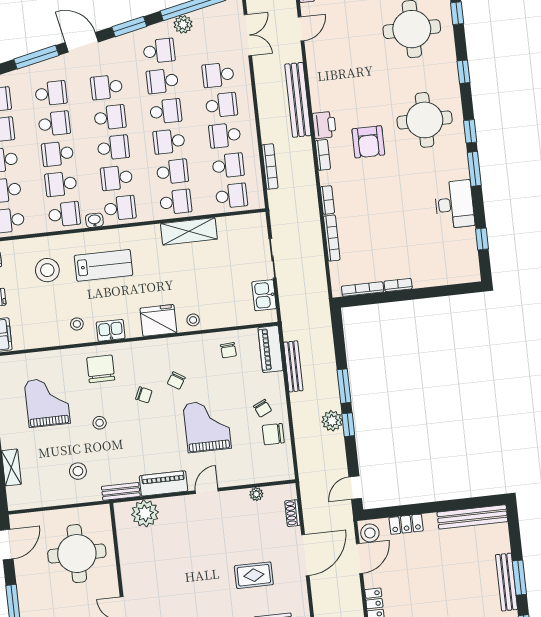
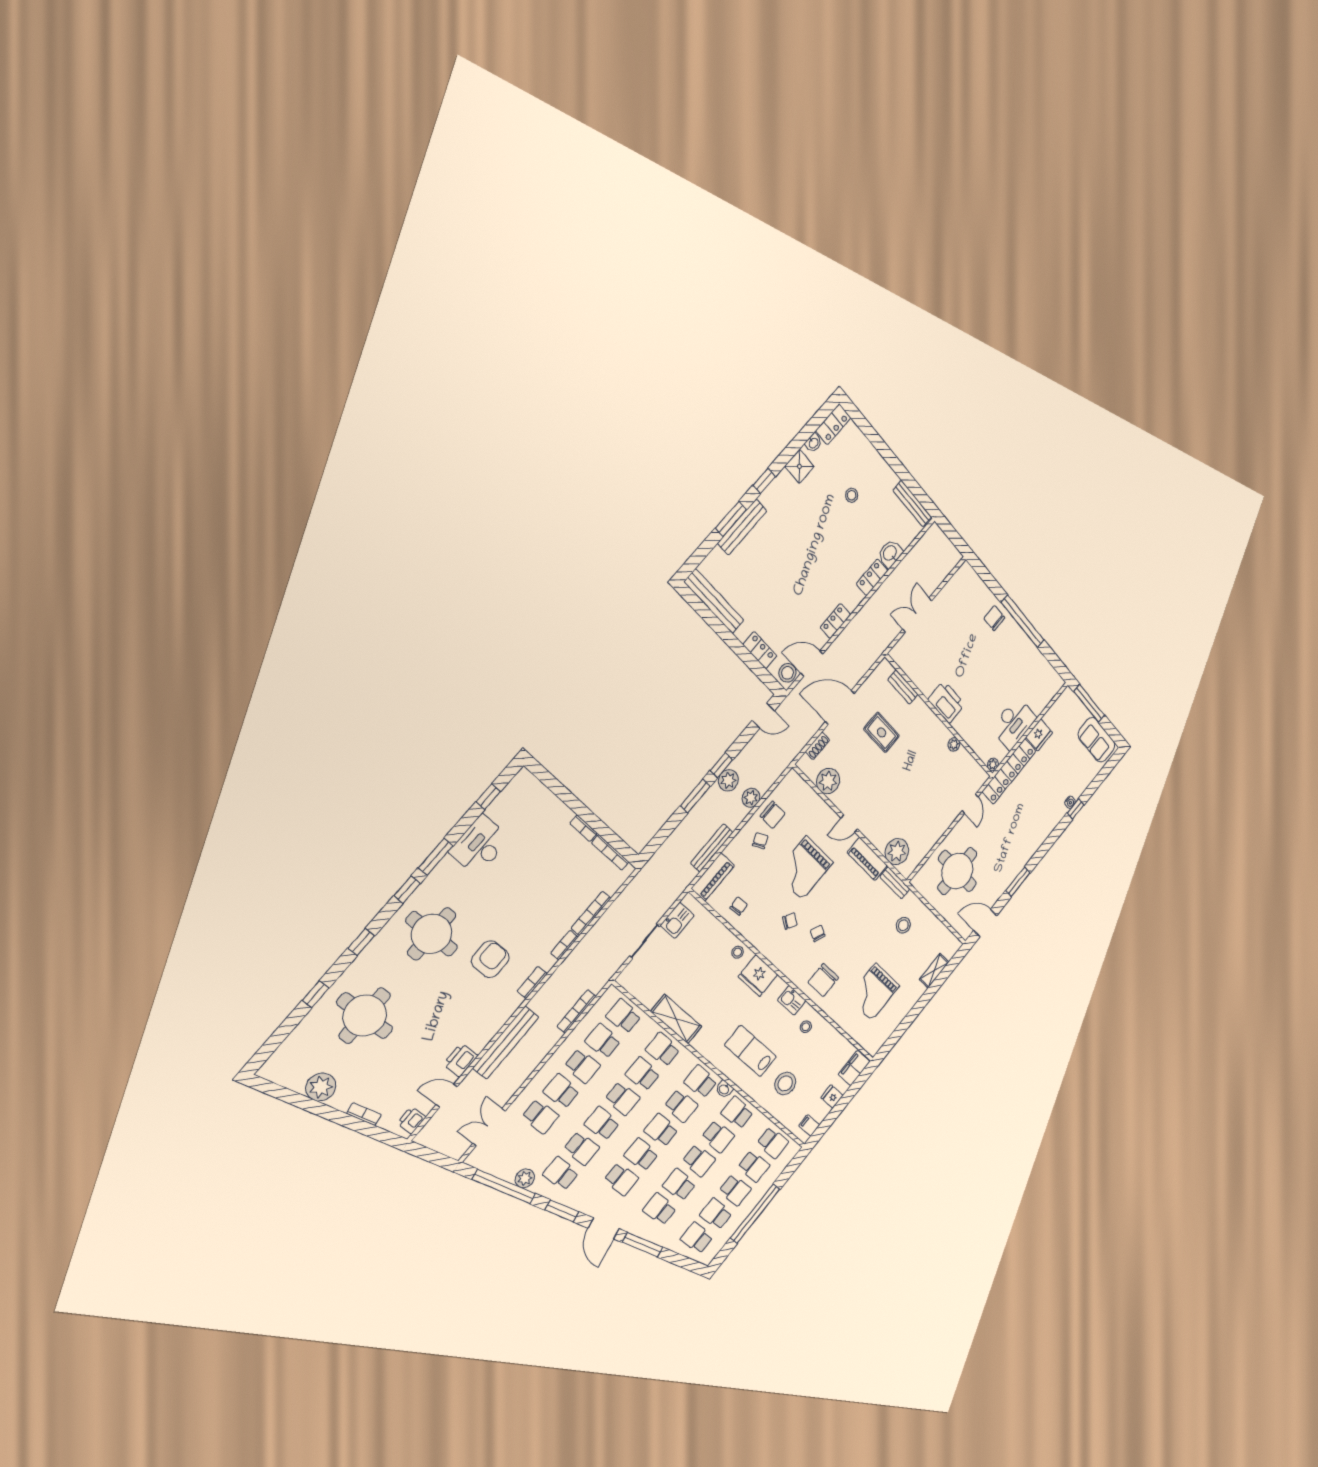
printer: (324, 125) -> (460, 1060), moved
stool: (100, 423) -> (860, 944), removed
plant: (302, 428) -> (751, 798), added
plant: (256, 494) -> (828, 781), width x1.88, depth x1.88

